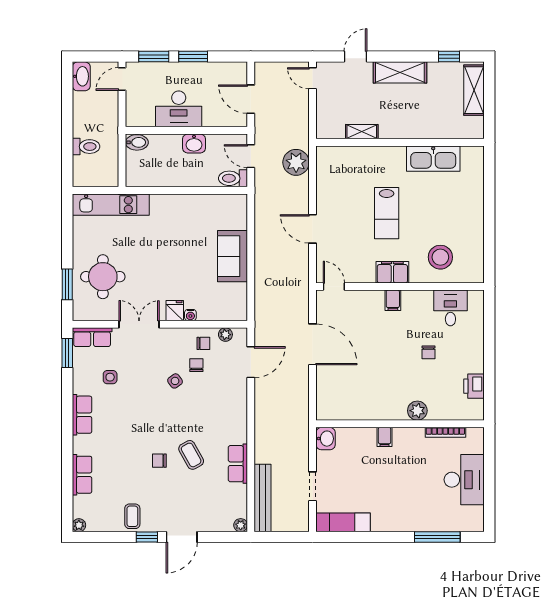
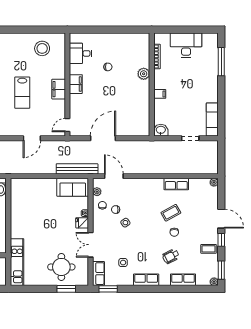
lab bench: (387, 213) -> (22, 93), turned 90
sofa: (232, 256) -> (73, 187), moved
stool: (440, 257) -> (42, 48), moved
filing cabinet: (393, 300) -> (76, 84), width x2.00
printer: (474, 386) -> (129, 39), removed
wheelchair: (120, 455) -> (171, 256), added
bench: (263, 498) -> (77, 169), moved
window: (98, 537) -> (221, 270), added

